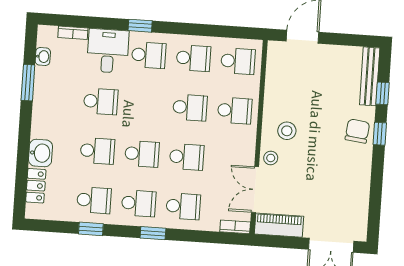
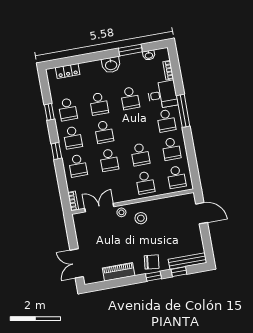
window: (140, 26) -> (183, 111), width x2.17
washbasin: (40, 153) -> (111, 65), moved
piano: (279, 225) -> (119, 272), moved, turned -90

